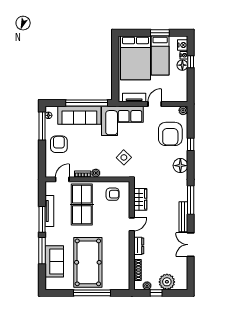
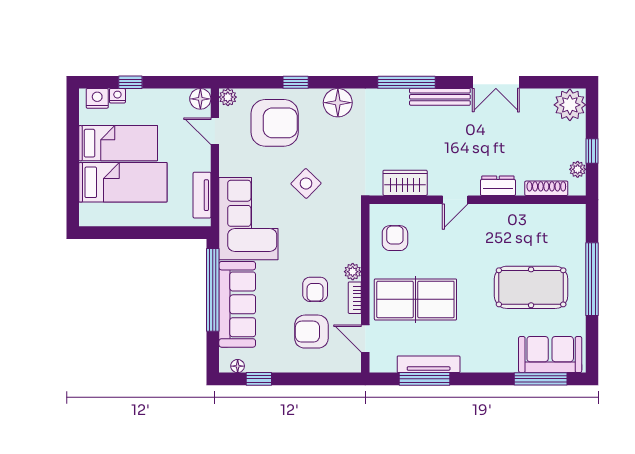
window: (160, 33) -> (73, 144), removed
bed: (136, 58) -> (123, 182), width x0.67
floor lamp: (182, 65) -> (200, 99), moved
door: (155, 104) -> (215, 131), moved
window: (42, 126) -> (259, 379), width x0.46
armchair: (59, 144) -> (311, 332), moved
armchair: (87, 154) -> (315, 289), added
side table: (124, 157) -> (306, 183), moved
window: (42, 219) -> (424, 379), moved
door: (132, 224) -> (455, 200), swing flipped
window: (42, 251) -> (541, 379), moved
sofa: (54, 261) -> (550, 355), moved
pool table: (88, 262) -> (531, 287), width x0.73, depth x0.76
plant: (167, 282) -> (570, 105), moved

